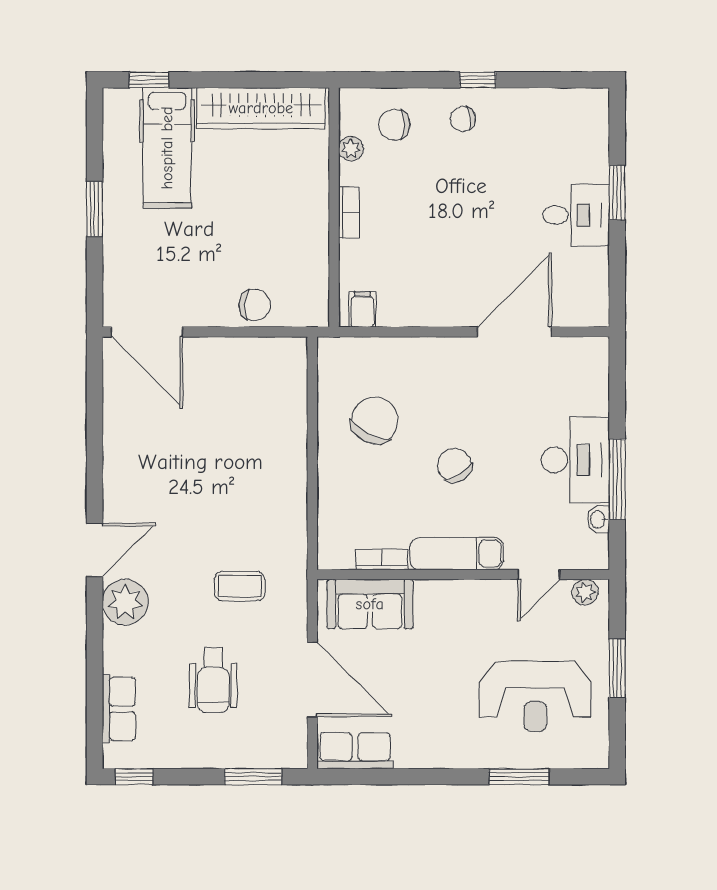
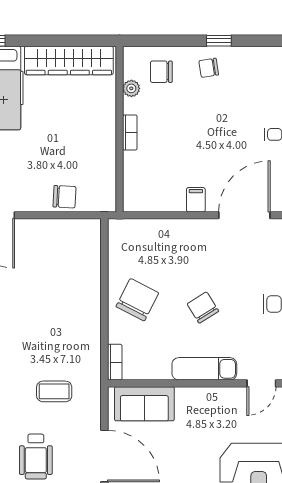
filing cabinet: (362, 309) -> (196, 200), moved
chair: (375, 421) -> (137, 300), moved
bookcase: (382, 559) -> (115, 362), moved, turned 90

